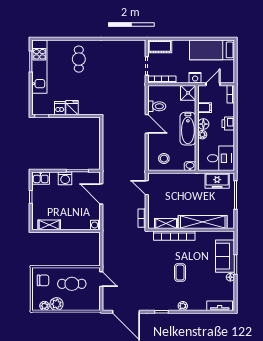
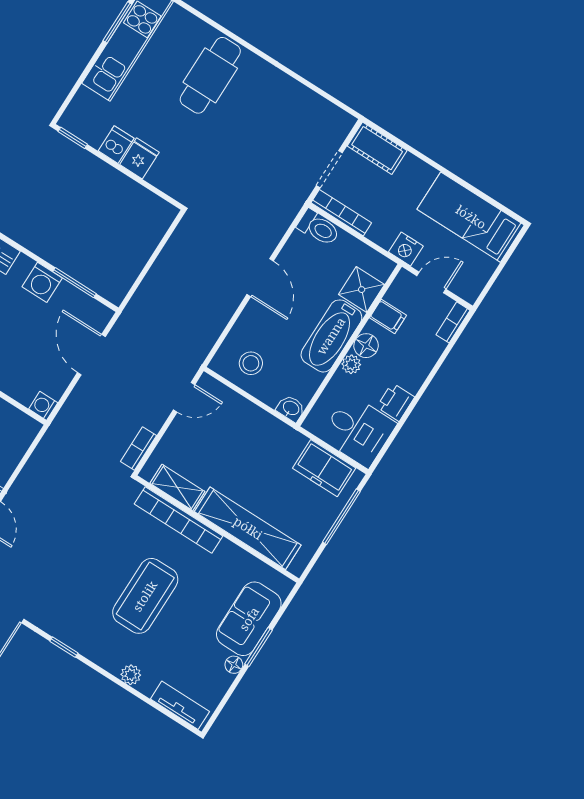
cafe table: (79, 59) -> (210, 75), width x1.37, depth x1.35
shower: (188, 93) -> (362, 290), moved
toilet: (157, 106) -> (319, 228), moved
printer: (228, 124) -> (396, 402), moved
door: (147, 188) -> (184, 397), swing flipped
coffee table: (180, 272) -> (145, 596), width x1.86, depth x1.72
plant: (183, 306) -> (131, 675), moved

